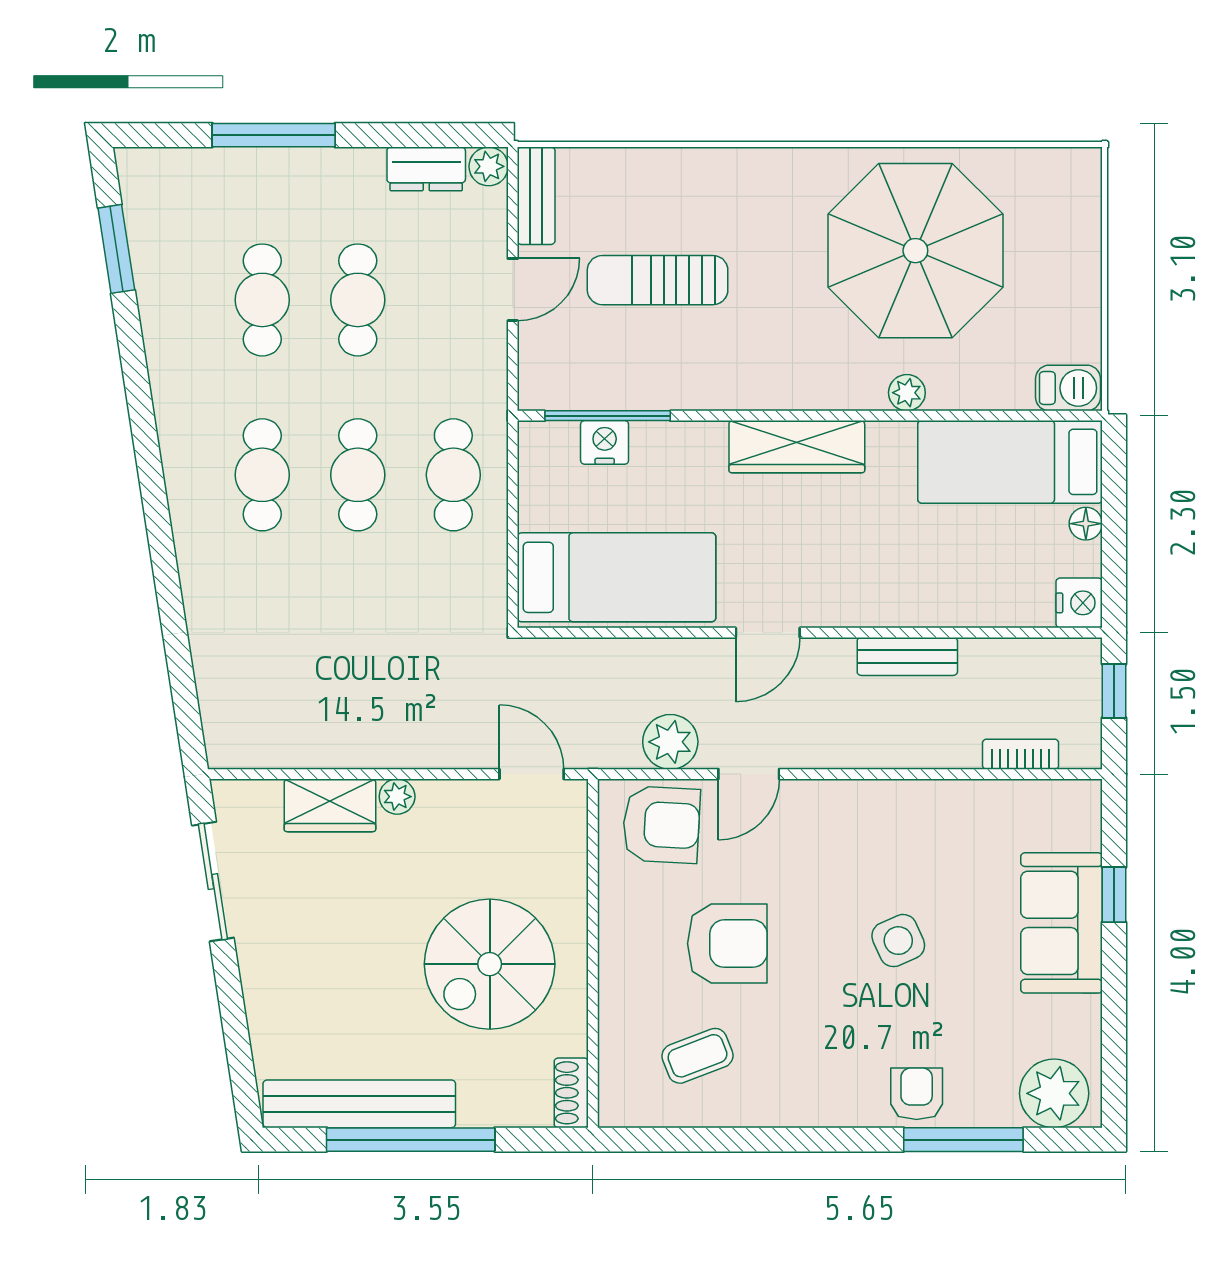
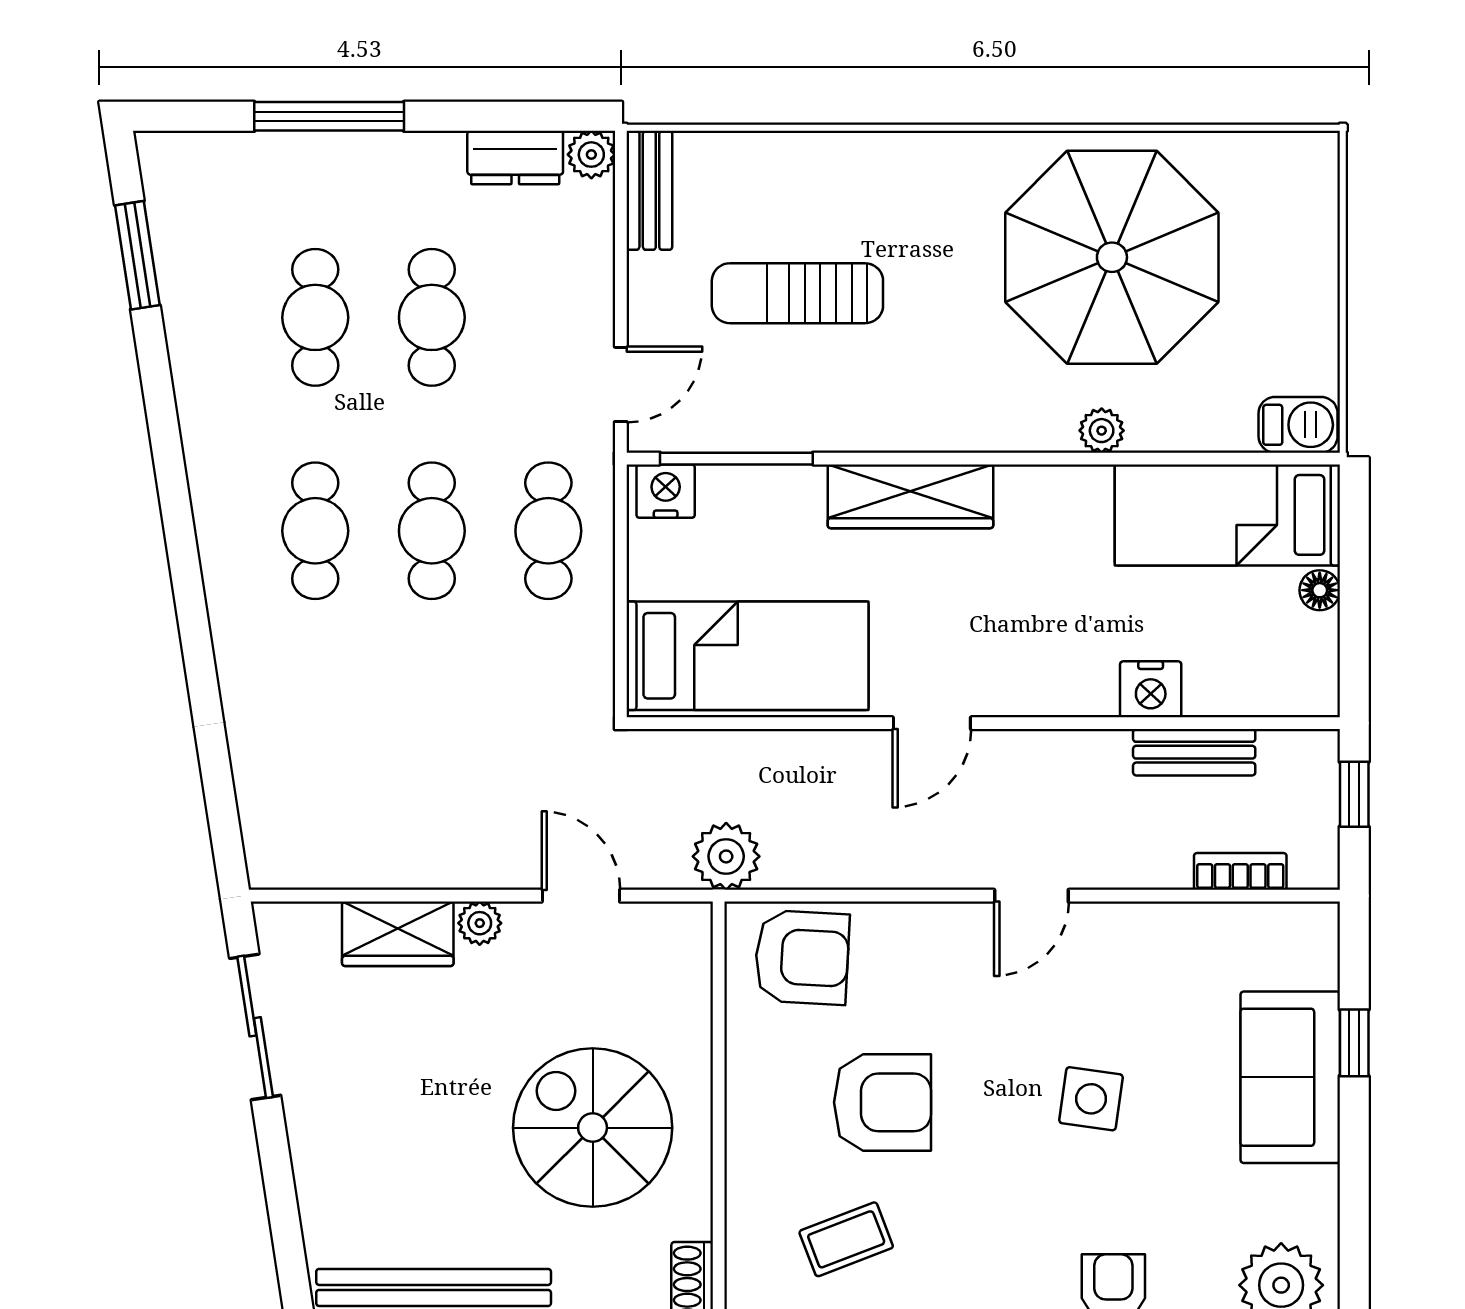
door: (513, 290) -> (621, 384), moved
nightstand: (605, 442) -> (666, 491), moved
wardrobe: (797, 447) -> (910, 496), moved
nightstand: (1079, 603) -> (1151, 689), moved, turned 90
bench: (907, 656) -> (1194, 752), moved
plant: (670, 742) -> (726, 856), moved
door: (532, 774) -> (581, 896), moved
door: (749, 774) -> (1031, 896), moved
side table: (898, 941) -> (1091, 1099), turned 32
spiral stairs: (490, 964) -> (593, 1128), turned 90

